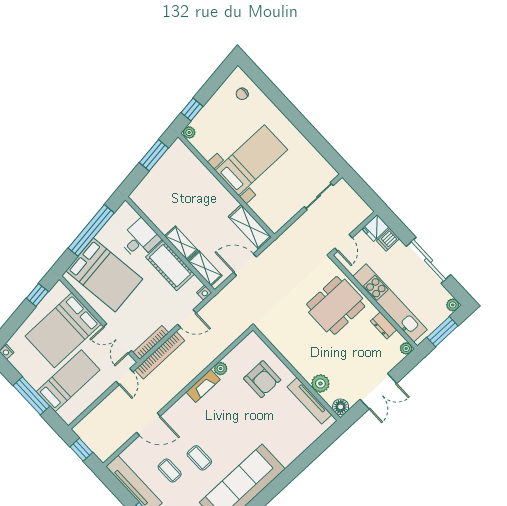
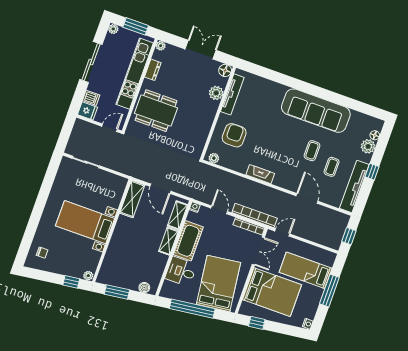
boiler: (143, 189) -> (144, 288), added
plant: (221, 369) -> (214, 158), moved

